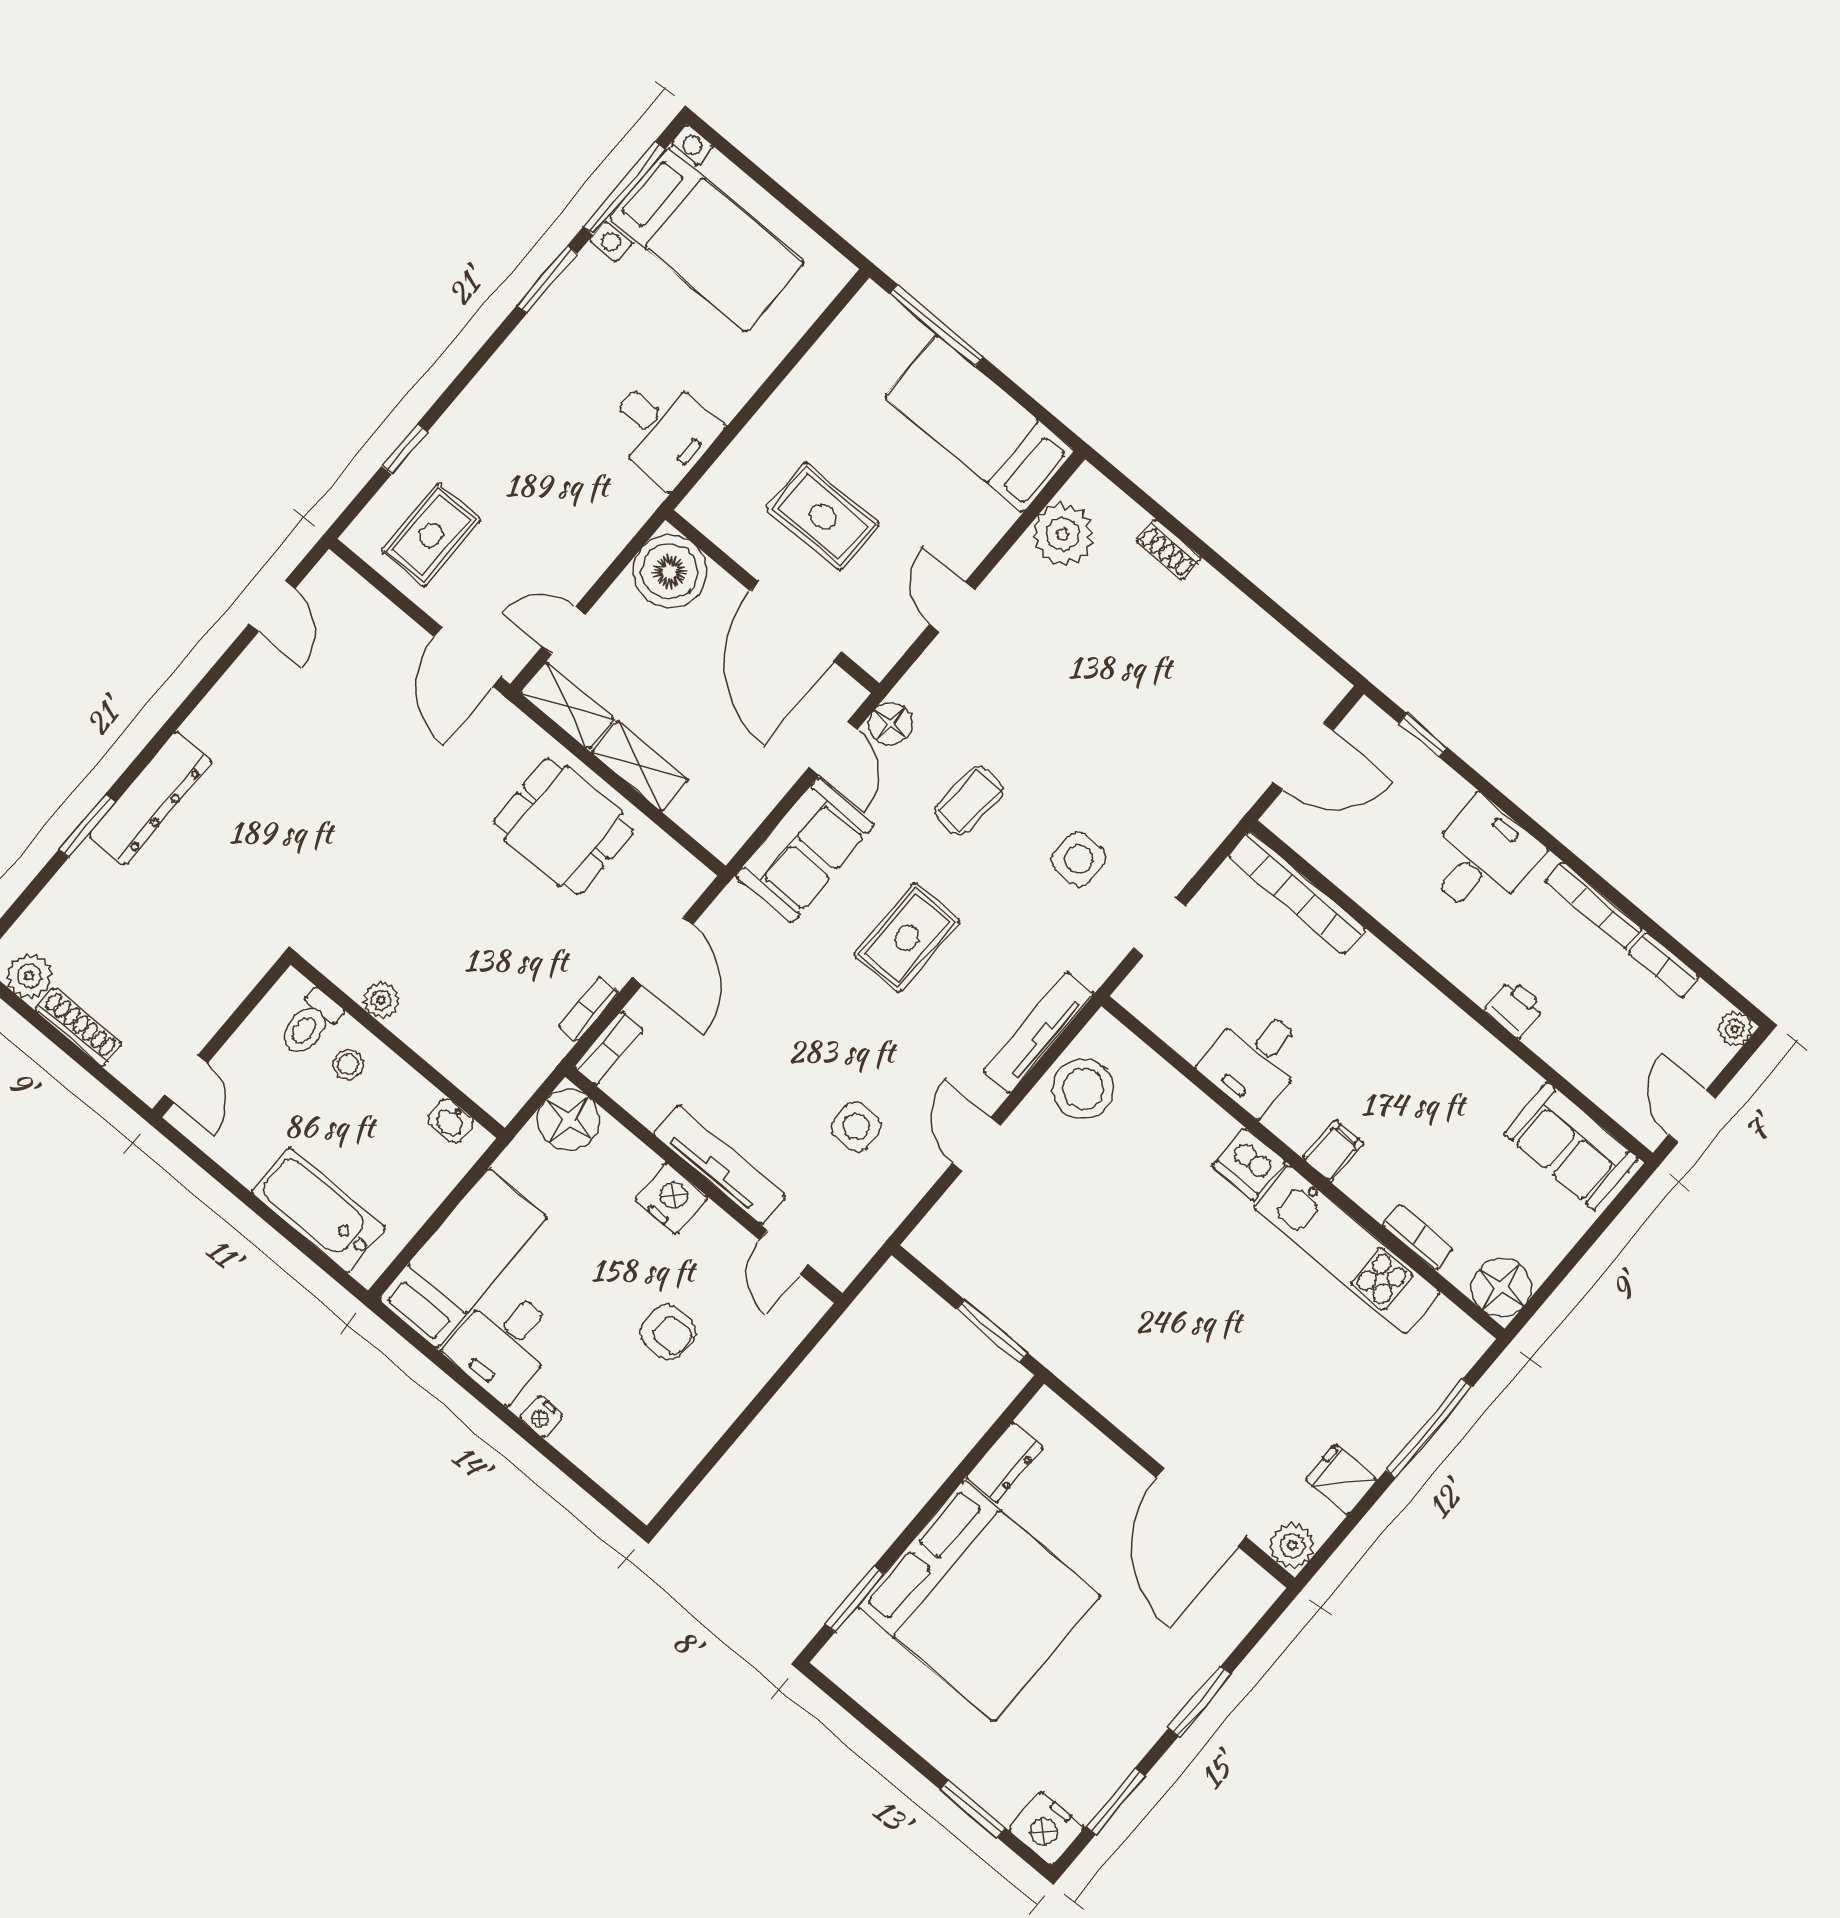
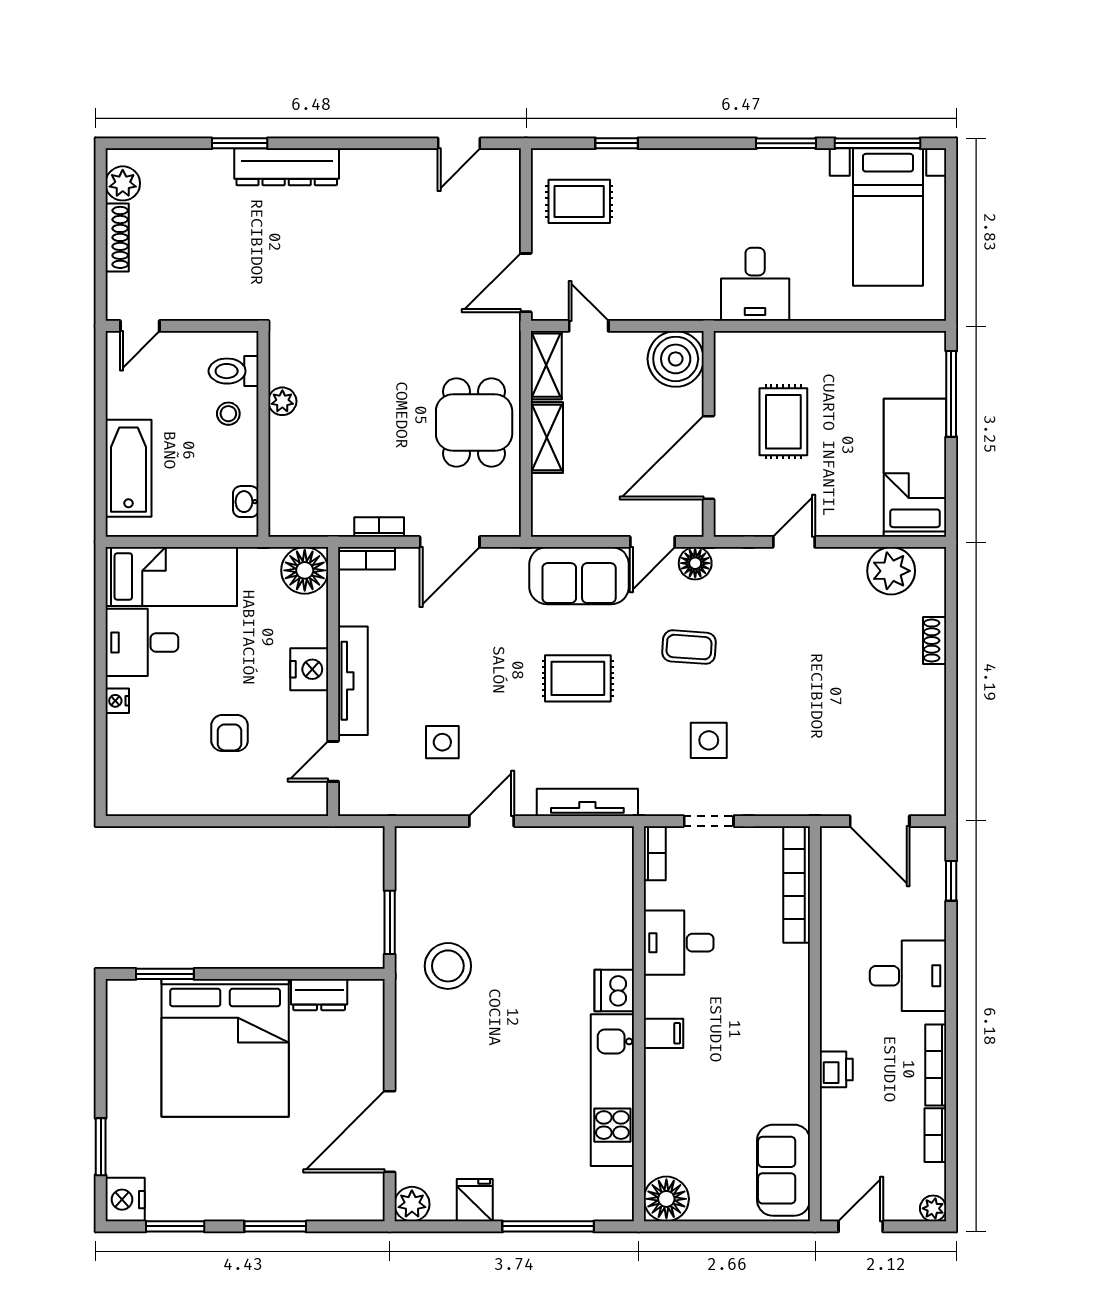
stool: (1083, 1089) -> (448, 966), moved
bookcase: (1418, 1237) -> (655, 853), moved

